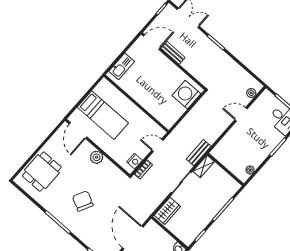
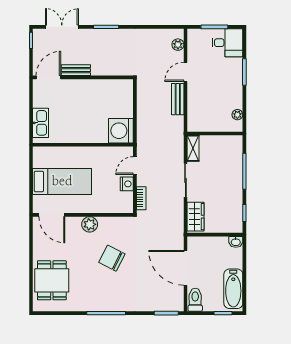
washing machine: (186, 95) -> (121, 131), moved
bench: (199, 153) -> (178, 99), moved
nightstand: (135, 161) -> (127, 184), moved
chair: (83, 201) -> (112, 258), moved

